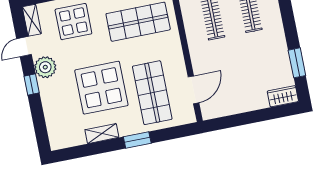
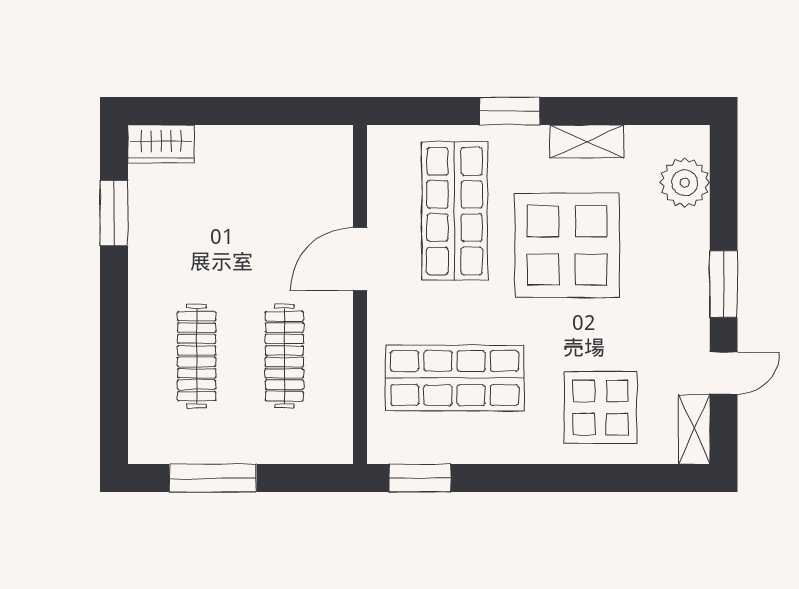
plant: (45, 67) -> (685, 183), moved
window: (32, 85) -> (724, 284), width x1.50
door: (193, 90) -> (360, 259), moved

